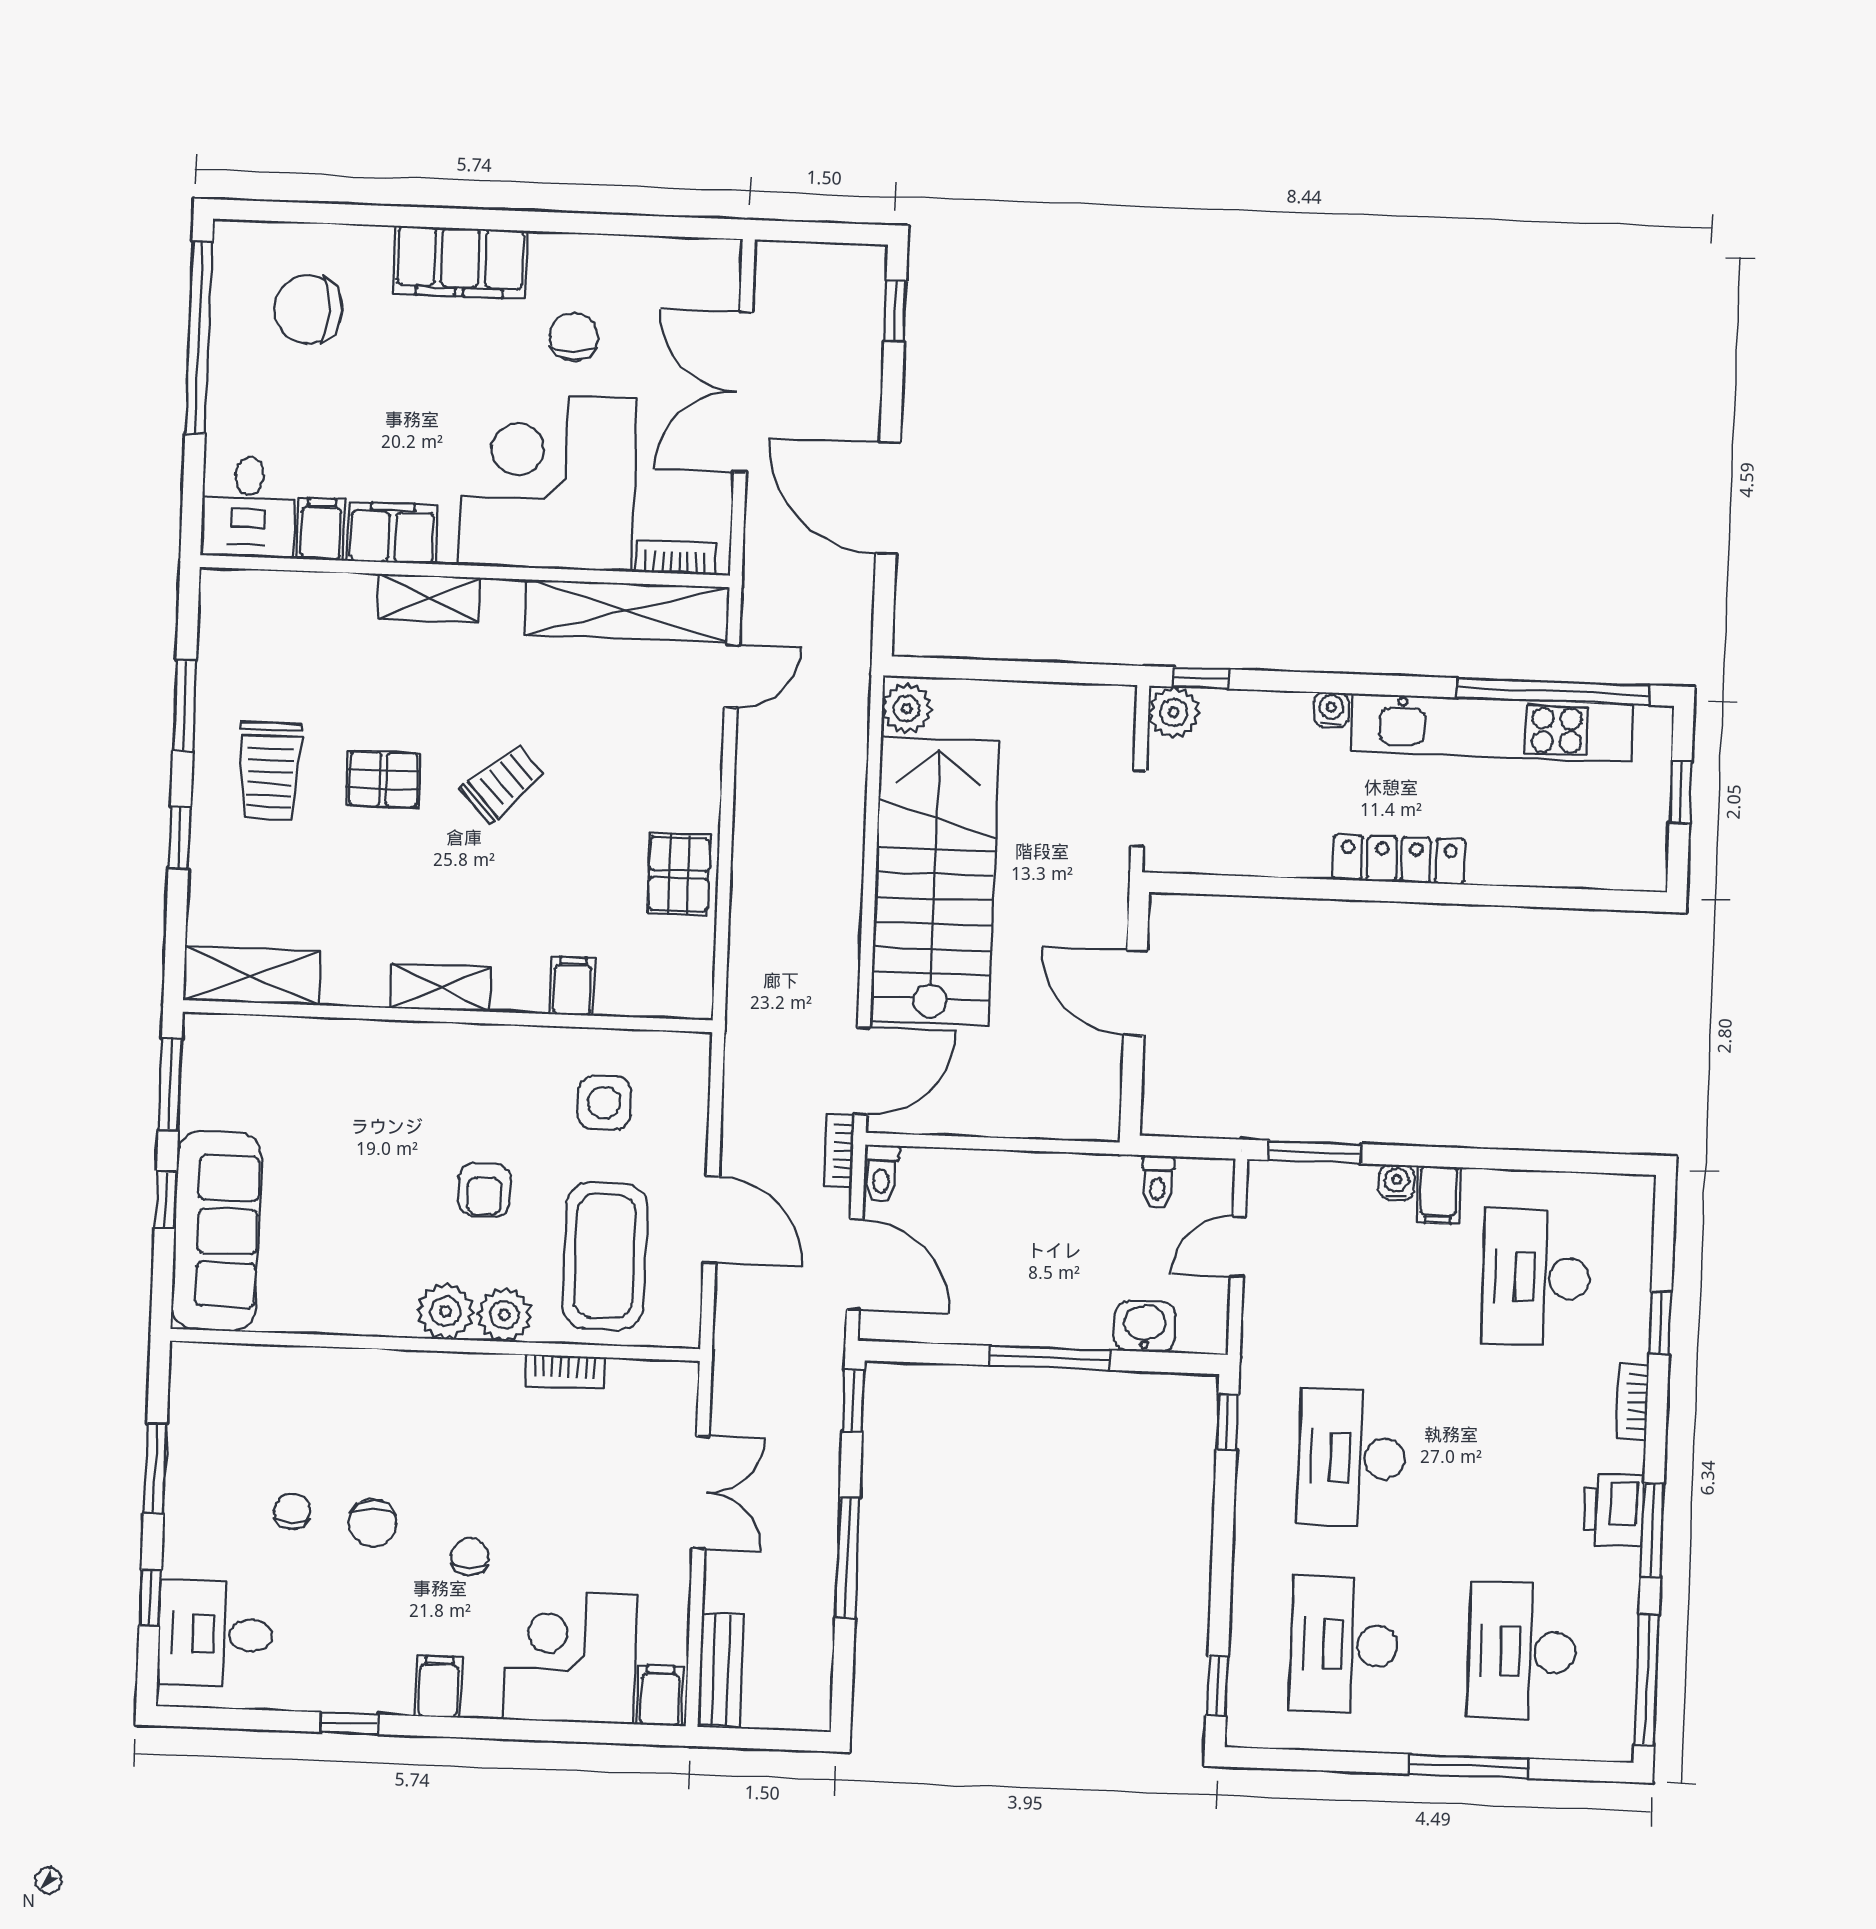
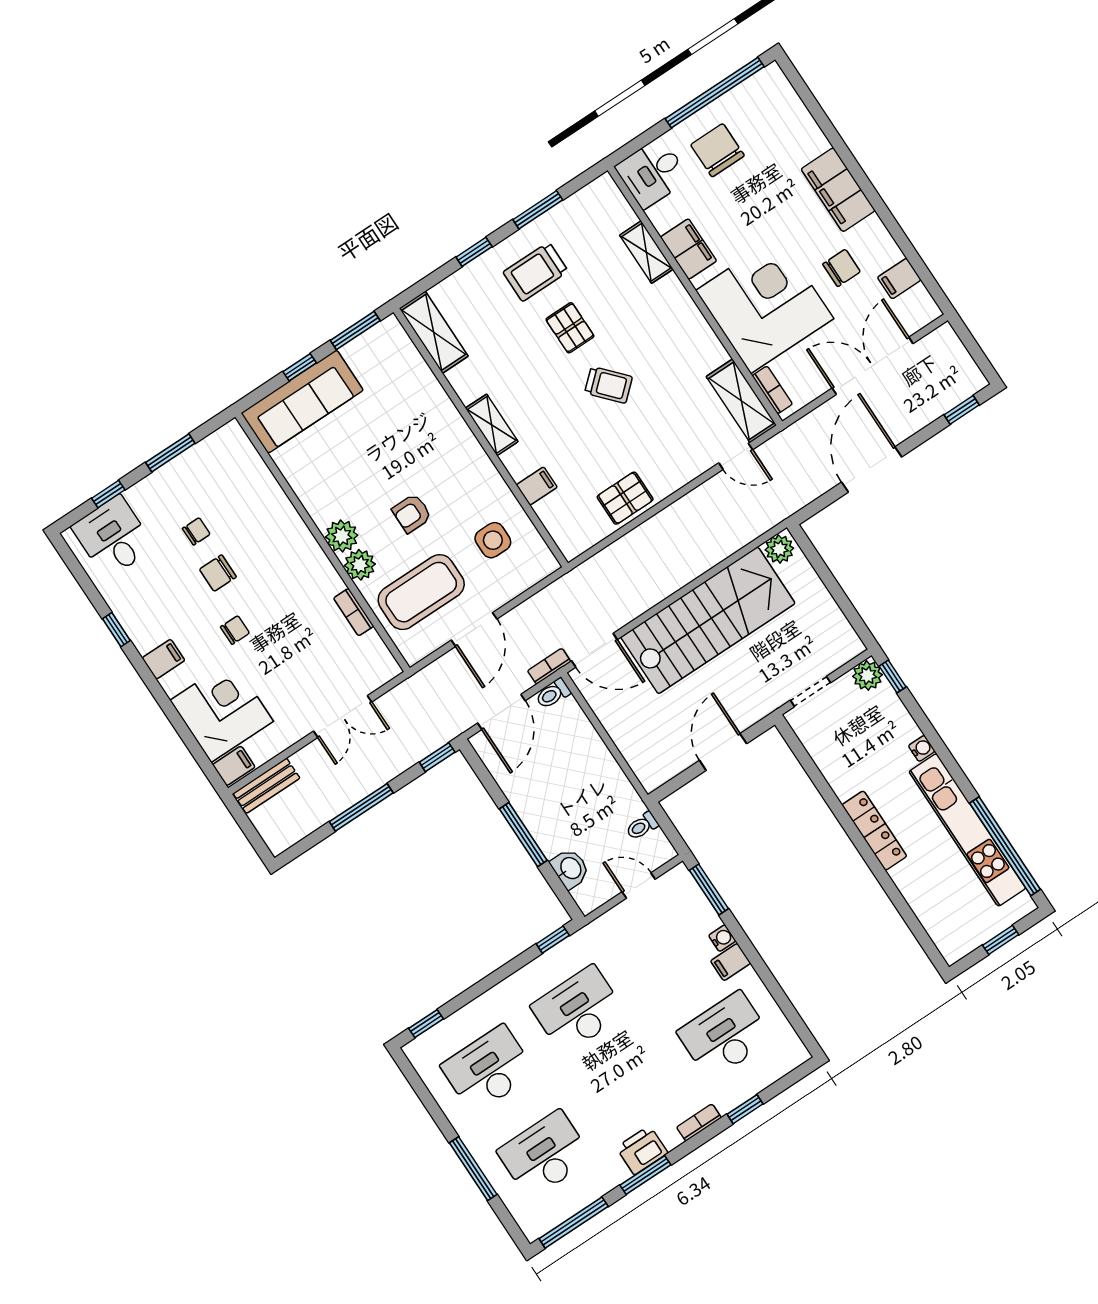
chair: (309, 309) -> (717, 150), moved
filing cabinet: (321, 529) -> (899, 279), moved, turned 180
shelving: (429, 598) -> (646, 252), moved
shelving: (627, 611) -> (741, 401), width x0.68

